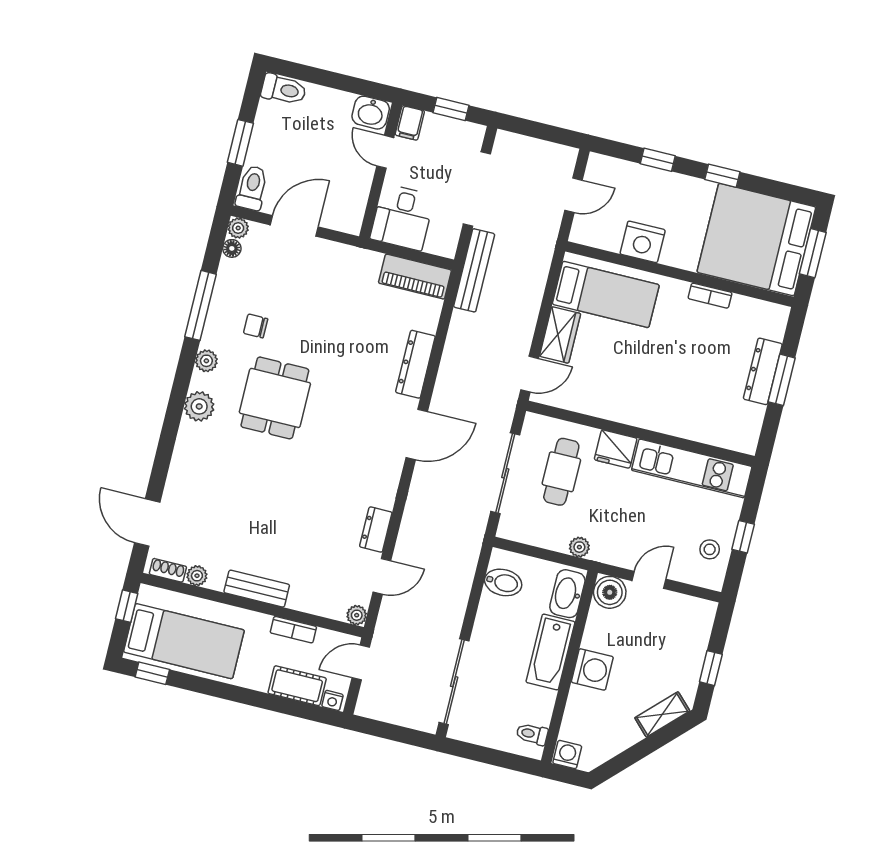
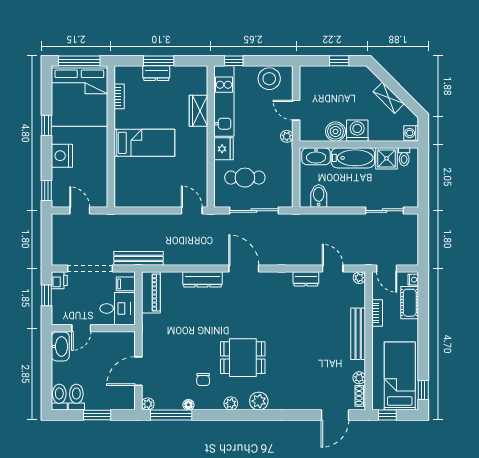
washbasin: (371, 113) -> (60, 346), width x1.38
filing cabinet: (410, 123) -> (126, 284), moved, turned 180
printer: (470, 135) -> (59, 280), added
window: (658, 160) -> (47, 191), moved
toilet: (252, 188) -> (76, 397), moved, turned 90
door: (294, 226) -> (138, 371), hinge flipped
nightstand: (643, 242) -> (62, 156), moved, turned 180
floor lamp: (232, 248) -> (188, 405), moved
window: (813, 253) -> (79, 61), width x1.44
bed: (606, 294) -> (144, 143), moved, turned 90
bookcase: (710, 296) -> (119, 96), moved
window: (200, 305) -> (171, 415), moved
wardrobe: (560, 335) -> (198, 111), moved, turned -90
dresser: (763, 371) -> (156, 73), width x0.70
window: (743, 537) -> (234, 61), moved
plant: (579, 547) -> (287, 136), moved
stool: (710, 549) -> (269, 79), width x1.89, depth x1.89
bench: (257, 589) -> (358, 334), width x1.36
boiler: (610, 592) -> (335, 131), moved
sliding door: (454, 682) -> (384, 211), width x0.73
shower: (536, 705) -> (387, 158), added
shelving: (662, 714) -> (389, 98), moved

